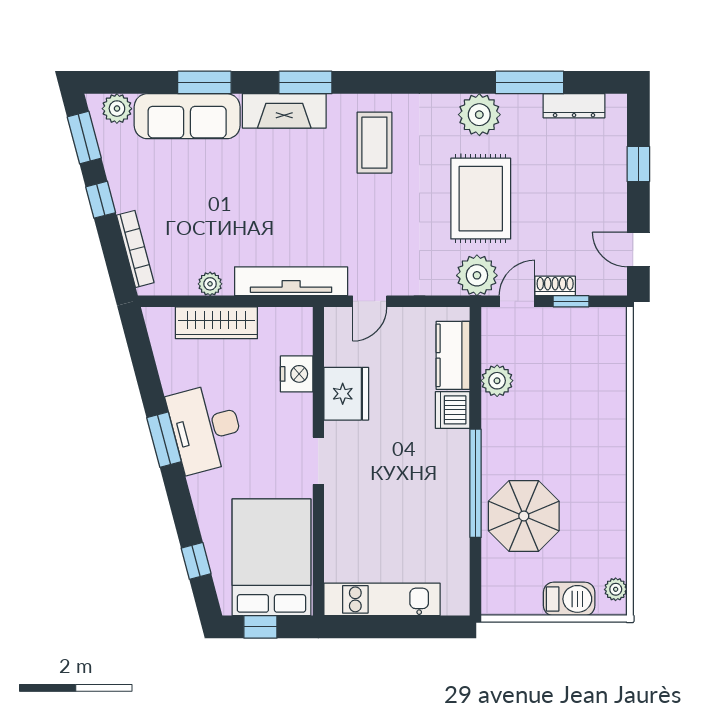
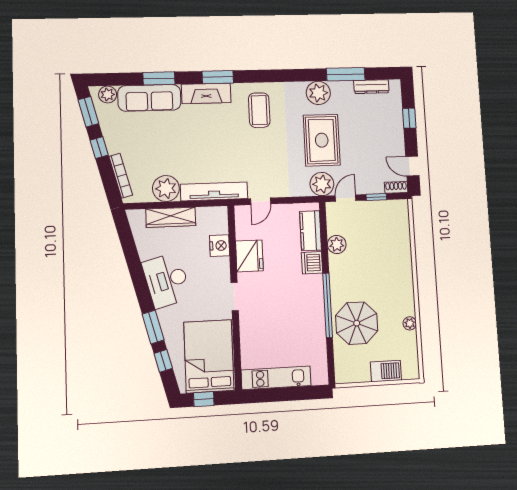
plant: (210, 284) -> (166, 189), width x1.88, depth x1.88
shoe rack: (555, 286) -> (396, 187), moved
window: (164, 440) -> (153, 327), moved
plant: (616, 589) -> (410, 323), moved

